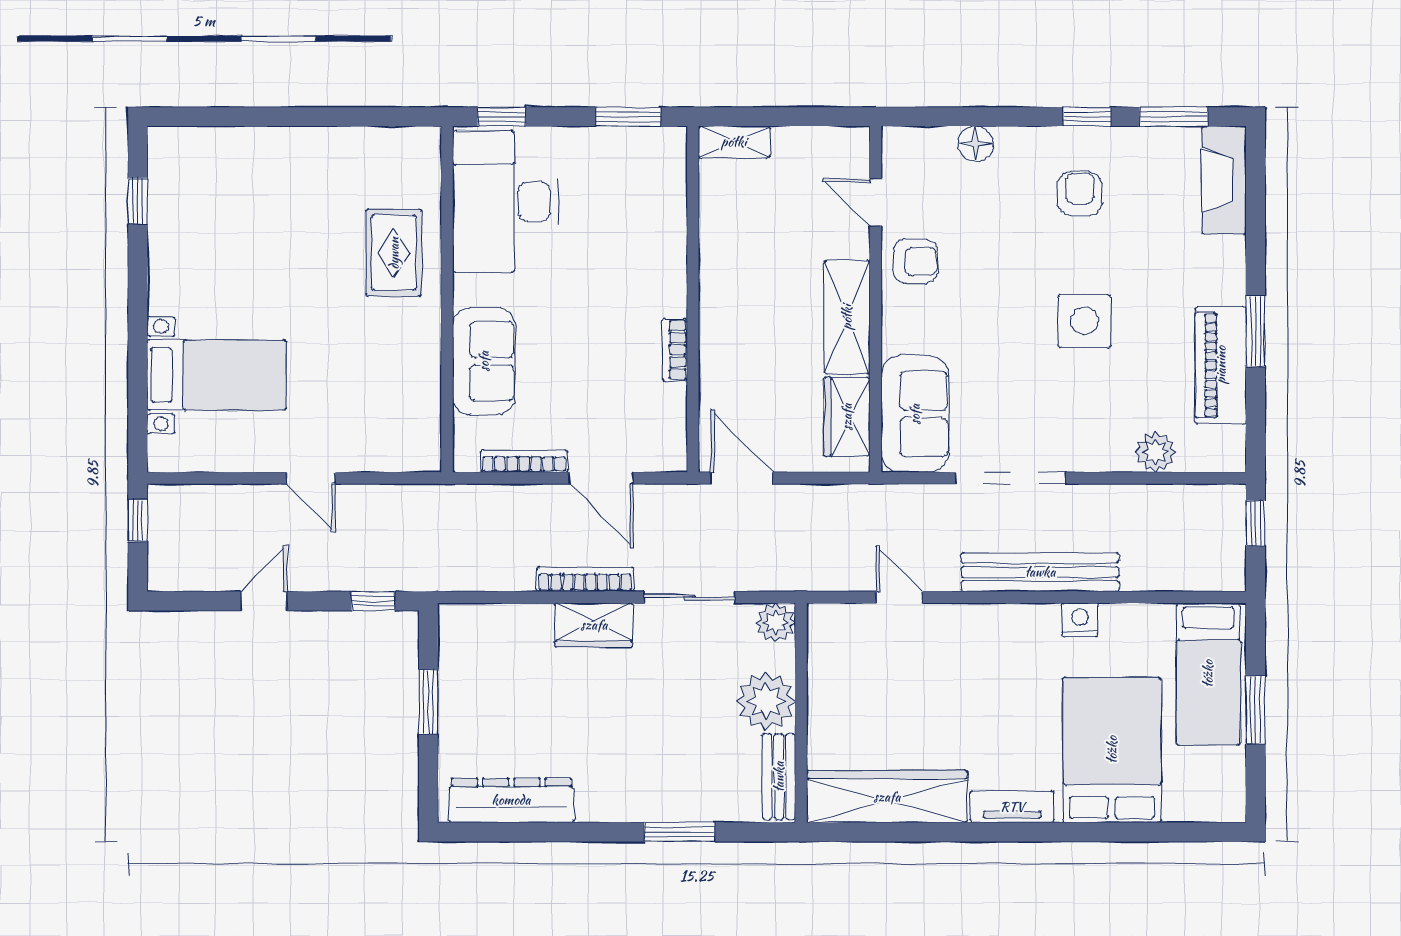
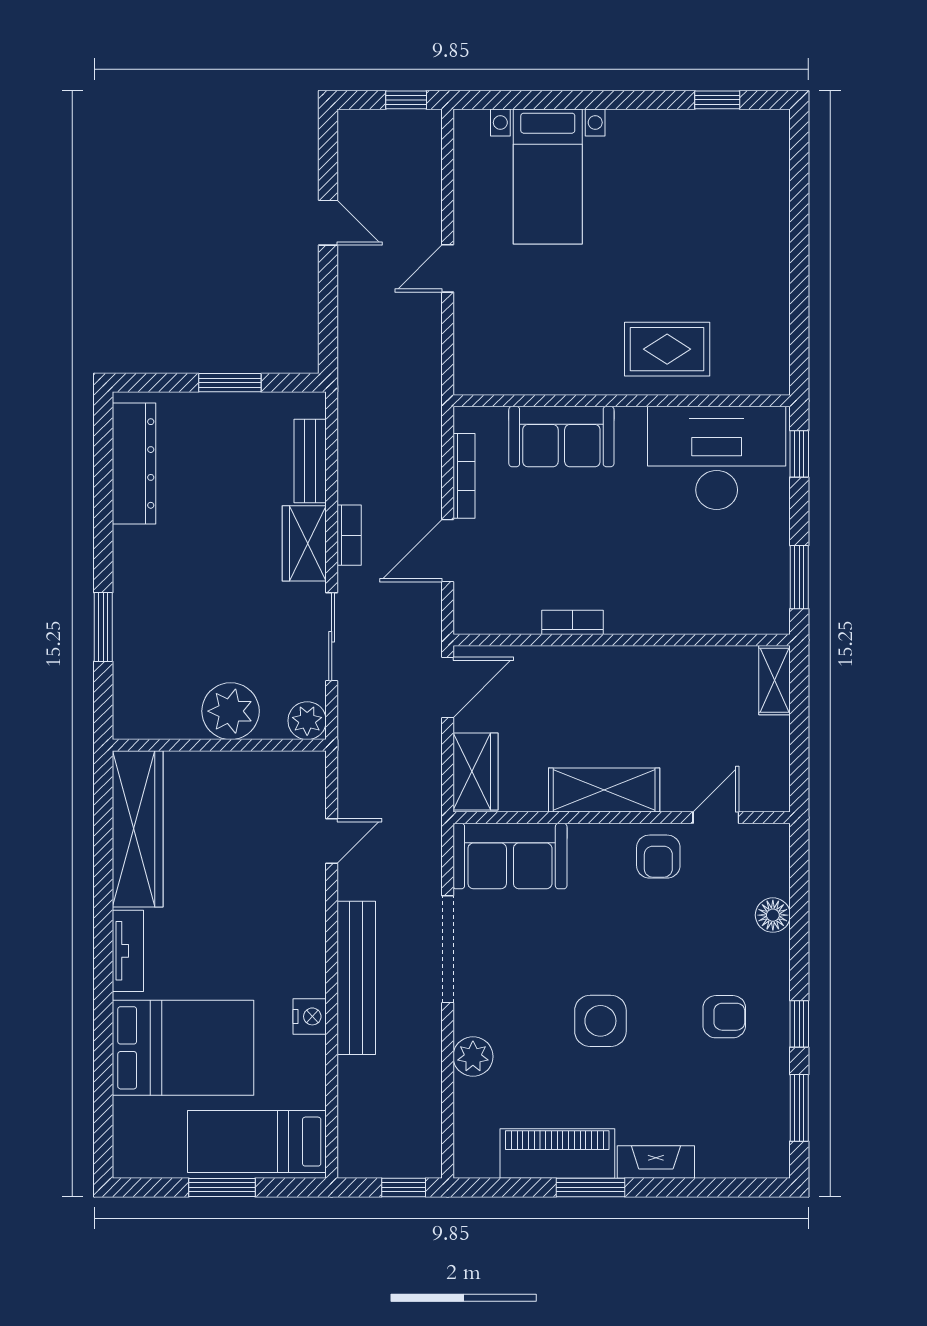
fireplace: (1224, 180) -> (656, 1162), moved, width x0.73, depth x0.76
wardrobe: (847, 417) -> (475, 772), moved, turned 90
plant: (1155, 452) -> (473, 1057), moved
bookcase: (585, 579) -> (349, 535), width x0.64
window: (373, 601) -> (328, 329), removed
bench: (779, 777) -> (310, 461), moved, turned 90

